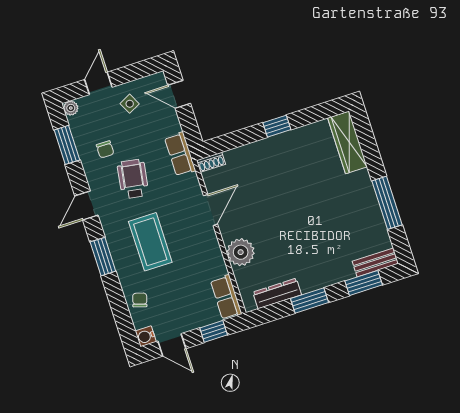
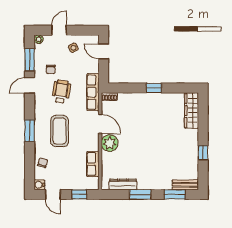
row of seats: (180, 154) -> (93, 92), width x1.48
window: (387, 203) -> (203, 153), width x0.46
door: (86, 205) -> (30, 85), moved
door: (210, 210) -> (100, 124), hinge flipped
plant: (241, 252) -> (110, 143), moved
row of seats: (226, 297) -> (93, 164), moved

